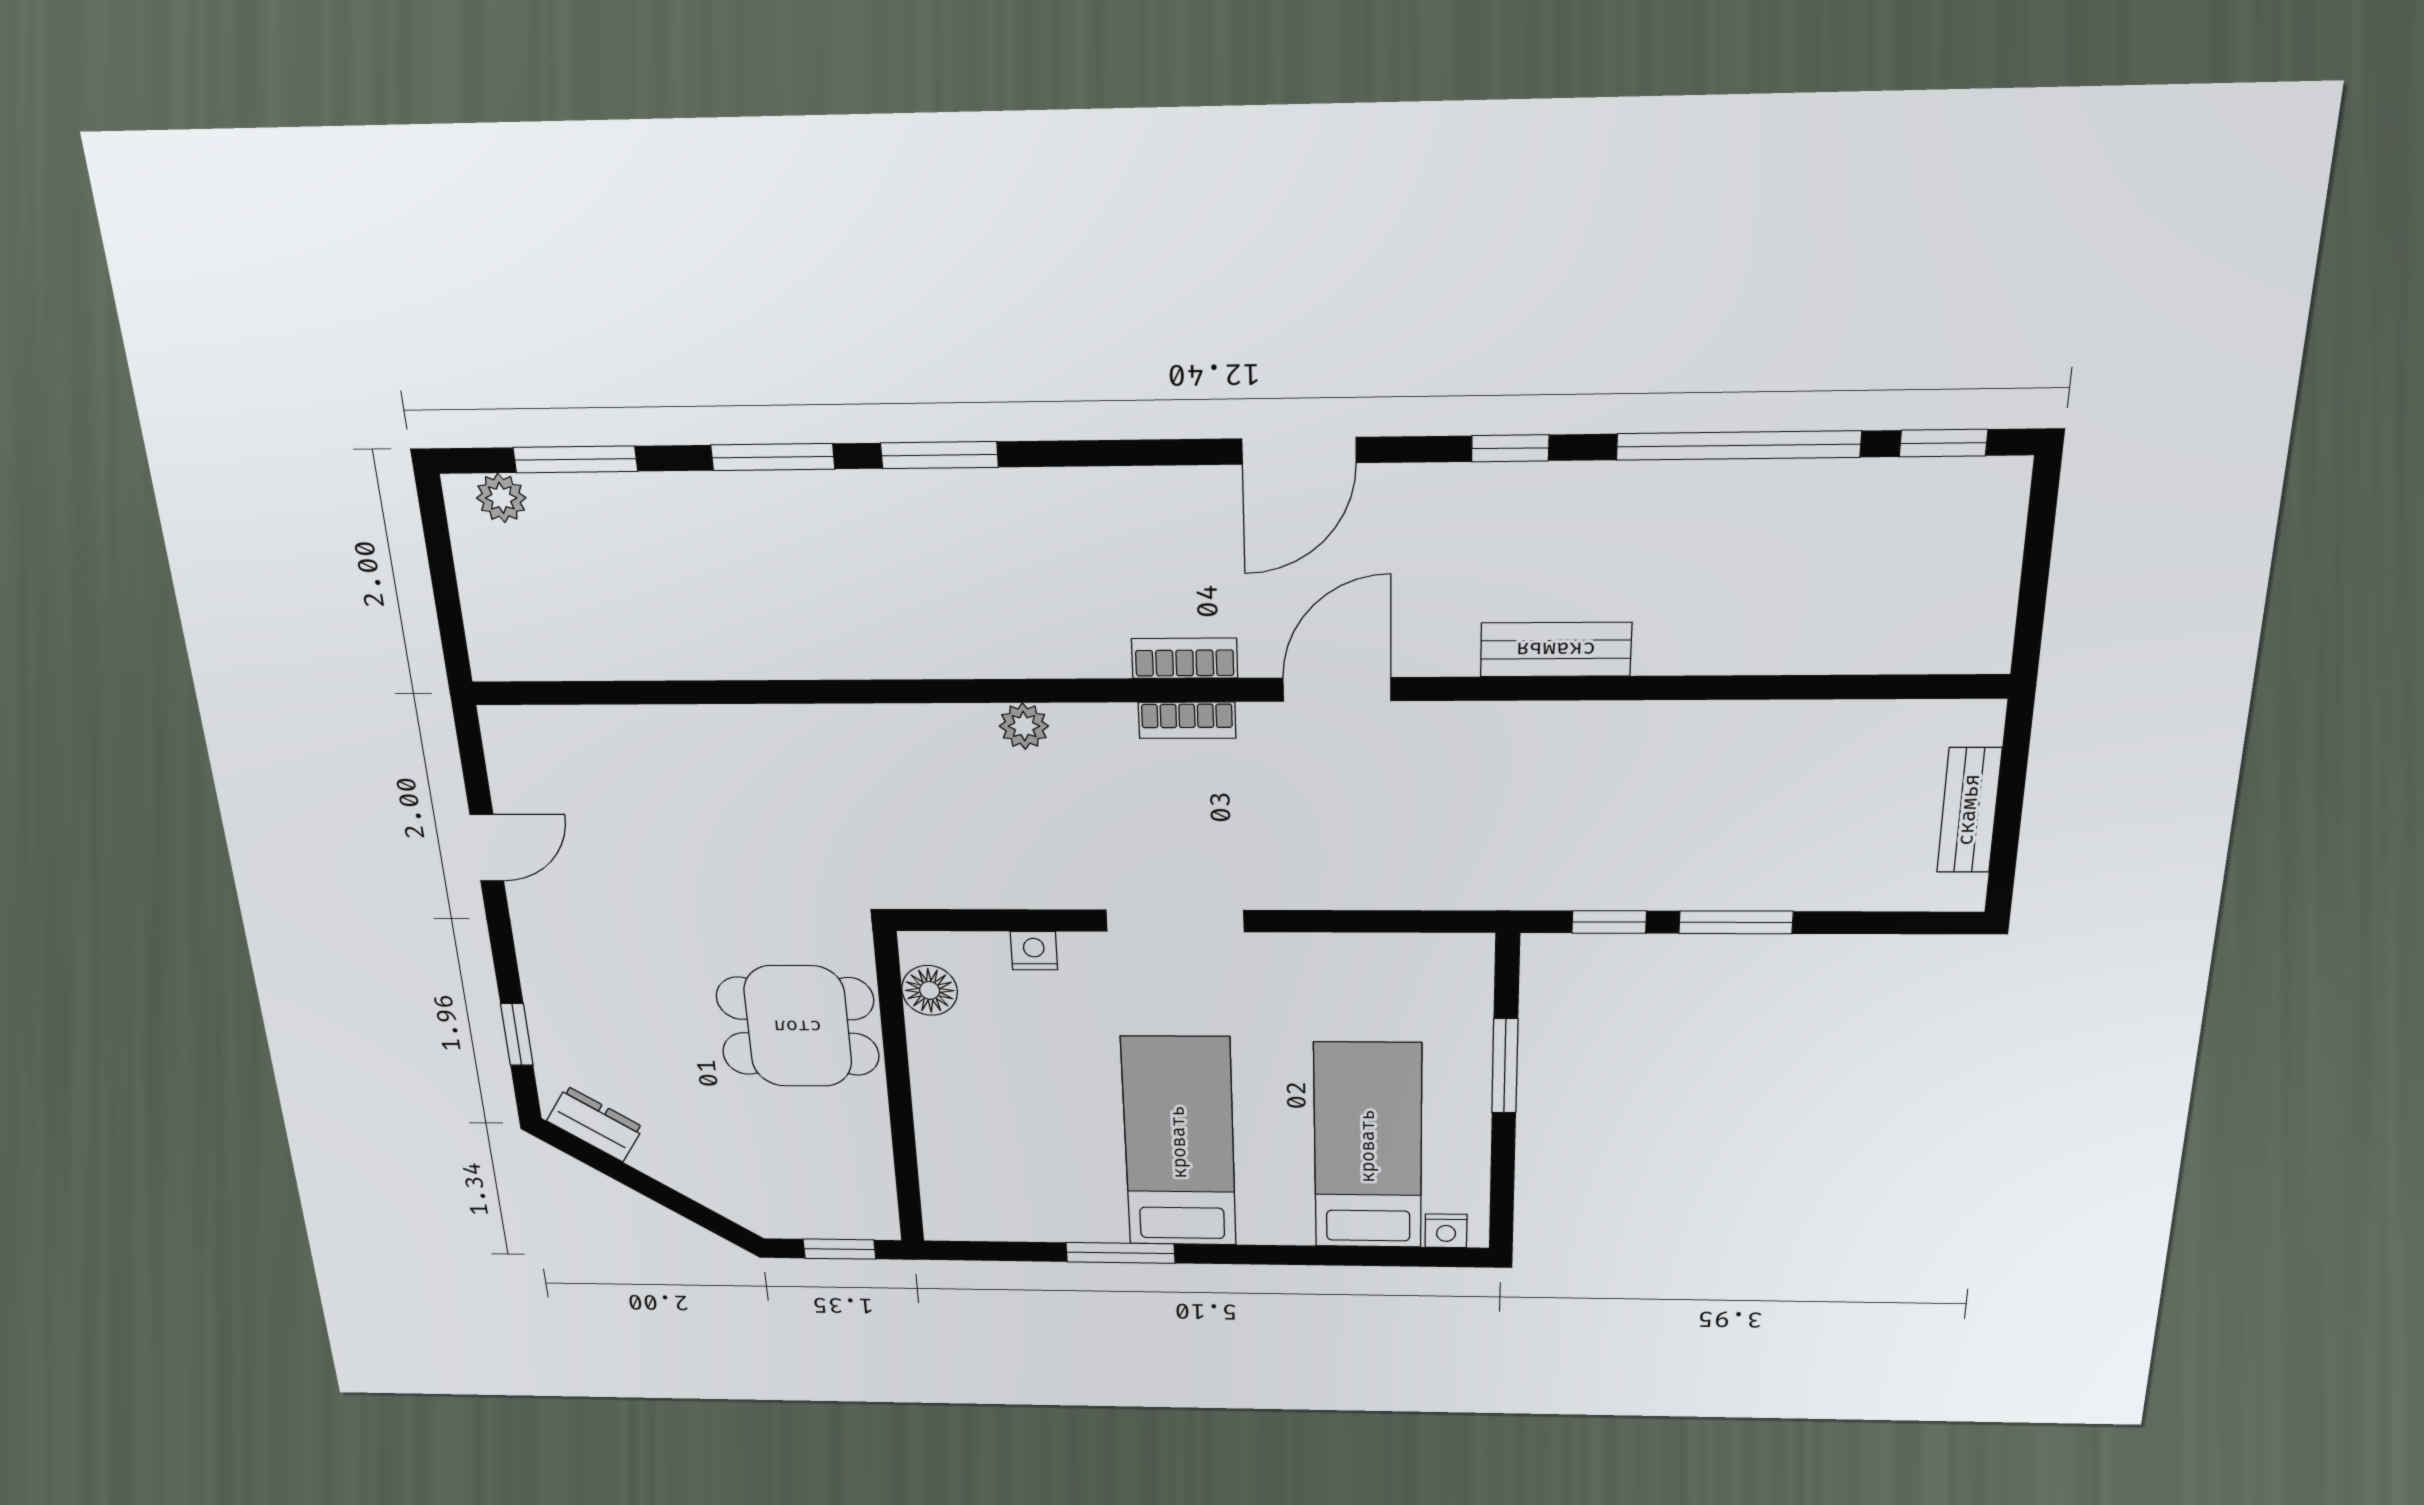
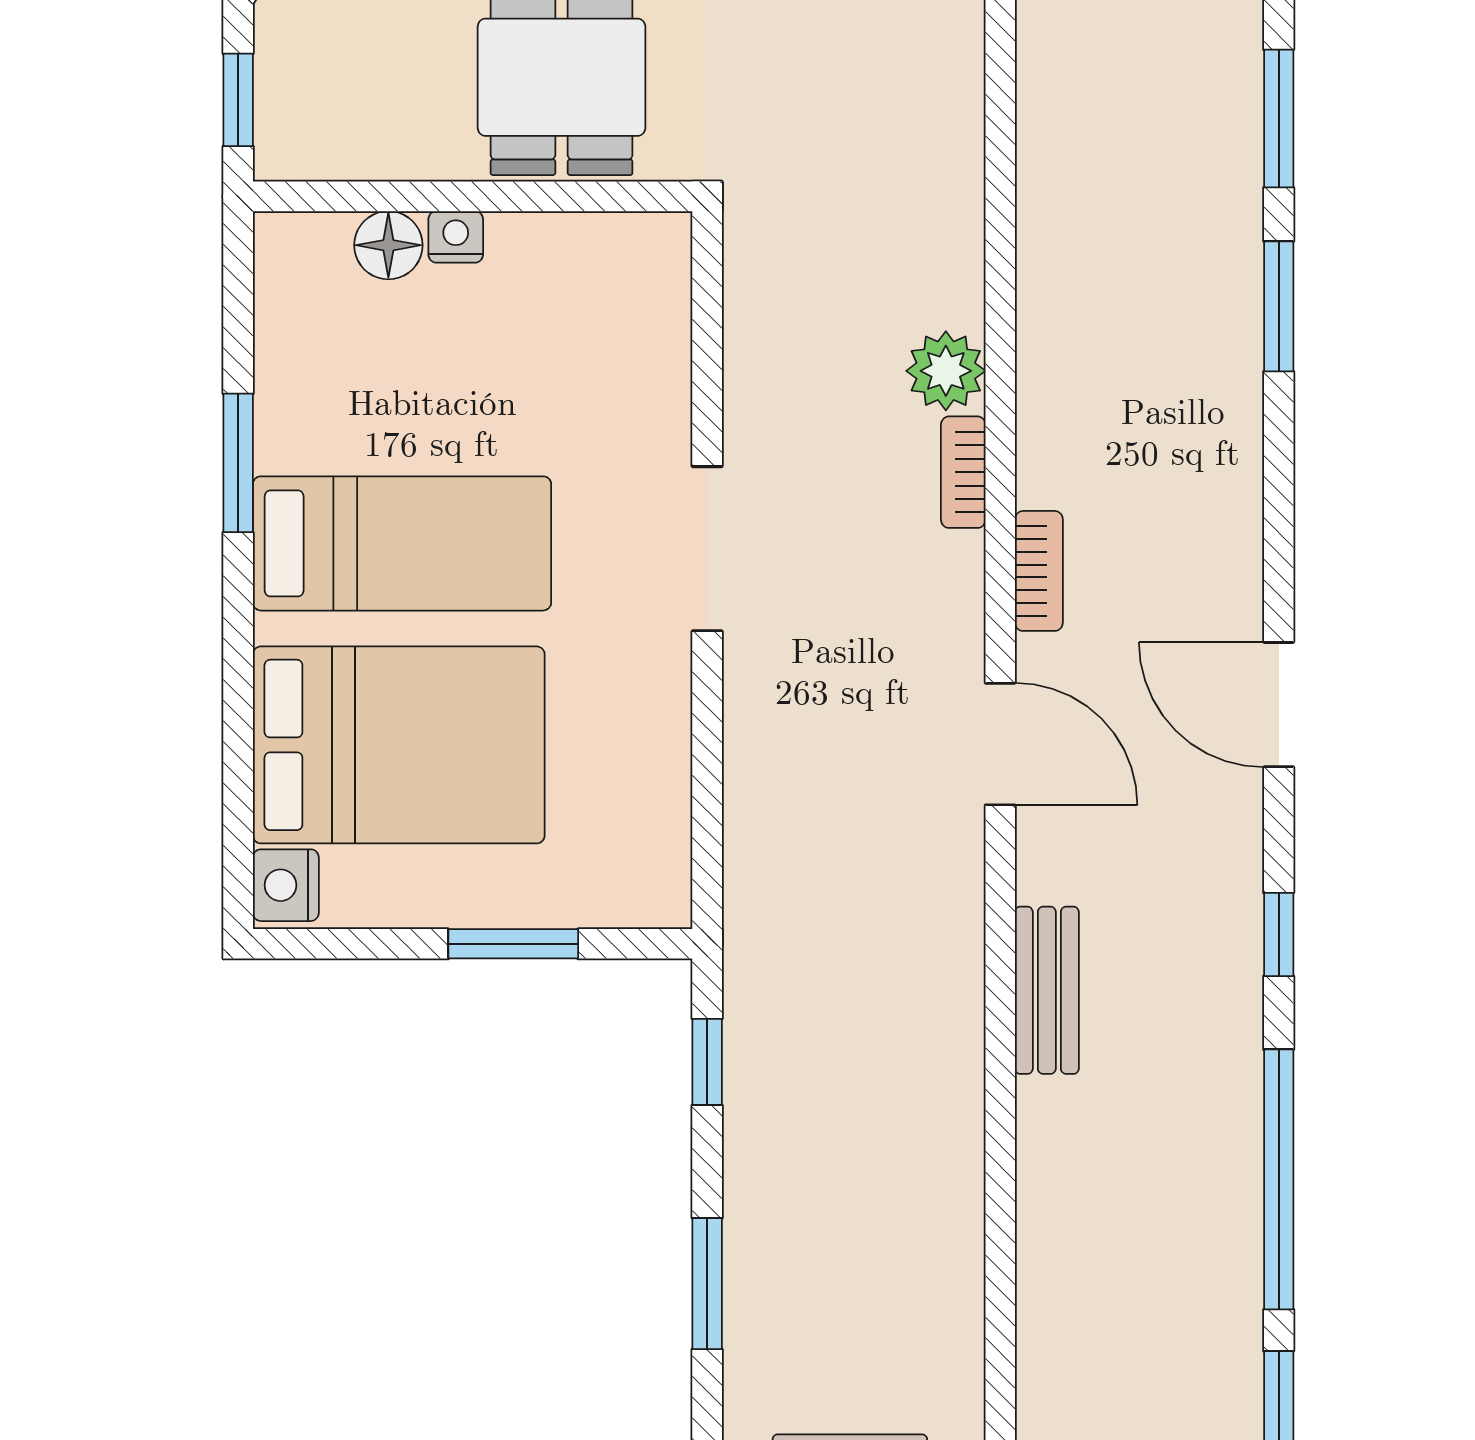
bookcase: (1187, 720) -> (963, 472), moved
plant: (1024, 726) -> (946, 371), width x1.38, depth x1.38
window: (1736, 922) -> (707, 1284), moved
nightstand: (1034, 951) -> (456, 237), moved, turned -90
floor lamp: (930, 990) -> (388, 245), moved
bed: (1368, 1146) -> (399, 745), width x1.50
nightstand: (1446, 1231) -> (286, 885), width x1.39, depth x1.35

